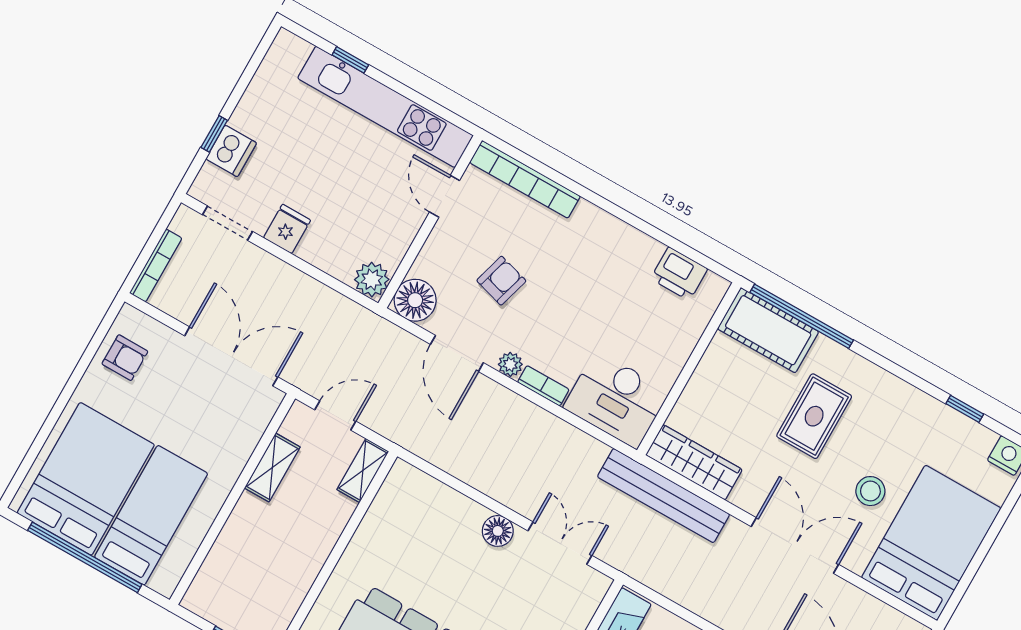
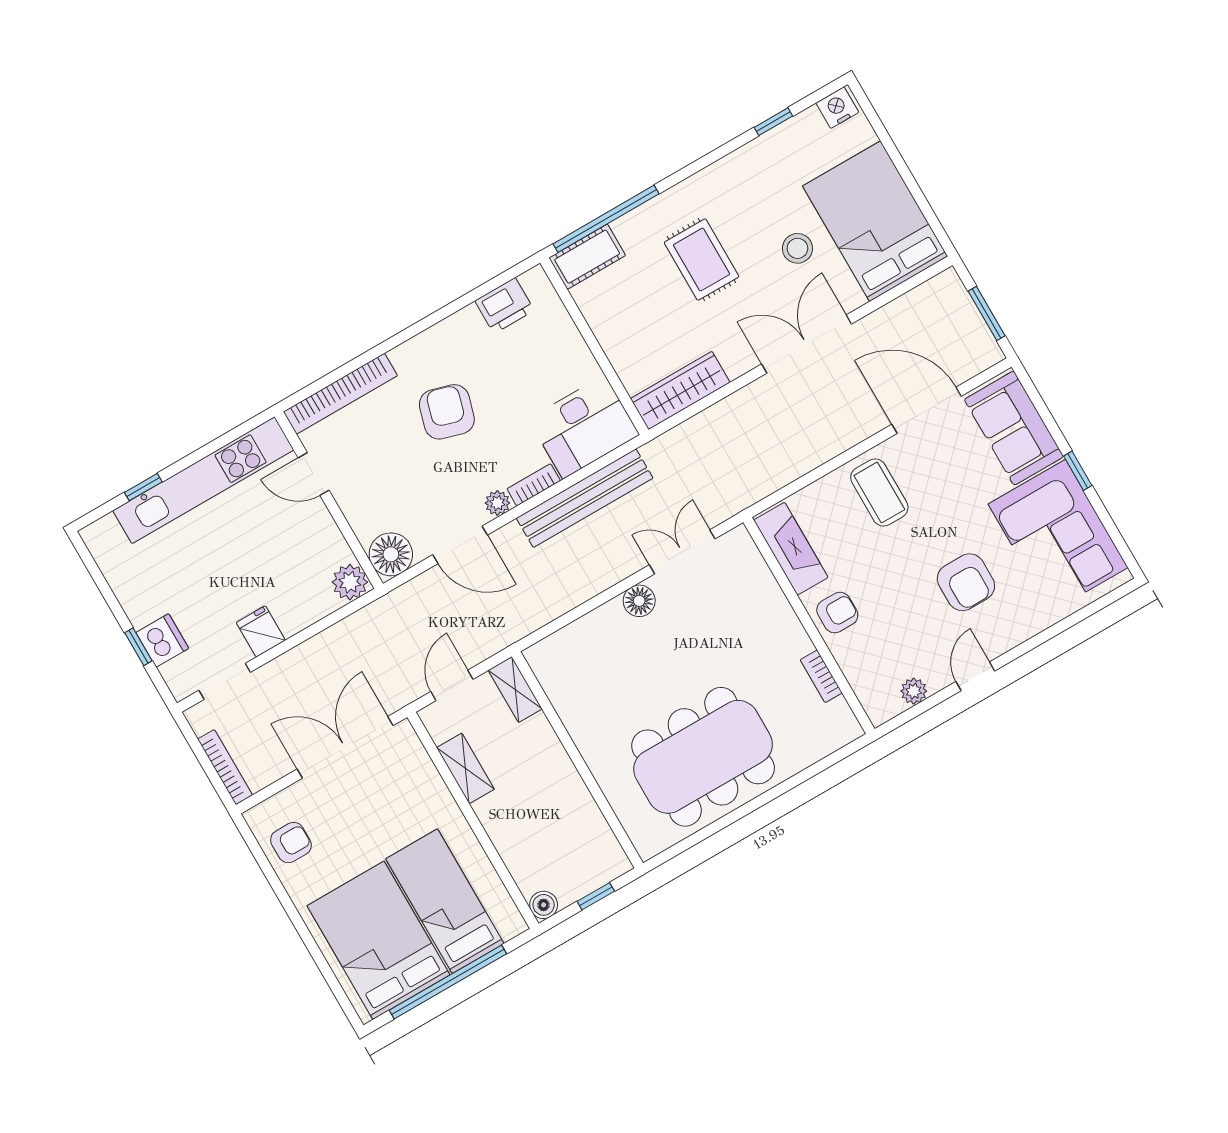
armchair: (501, 281) -> (447, 412), moved, width x1.38, depth x1.38
cot: (768, 330) -> (587, 257), width x0.73, depth x0.75
bench: (664, 496) -> (585, 498), moved
boiler: (196, 600) -> (544, 905), added

